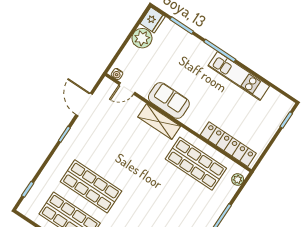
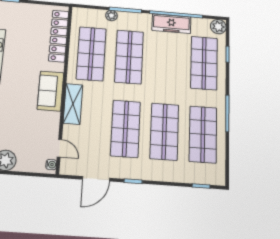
sofa: (169, 101) -> (51, 91), moved
shop shelf: (112, 154) -> (125, 129), added
plant: (238, 180) -> (111, 16), moved
shop shelf: (175, 196) -> (129, 57), added

